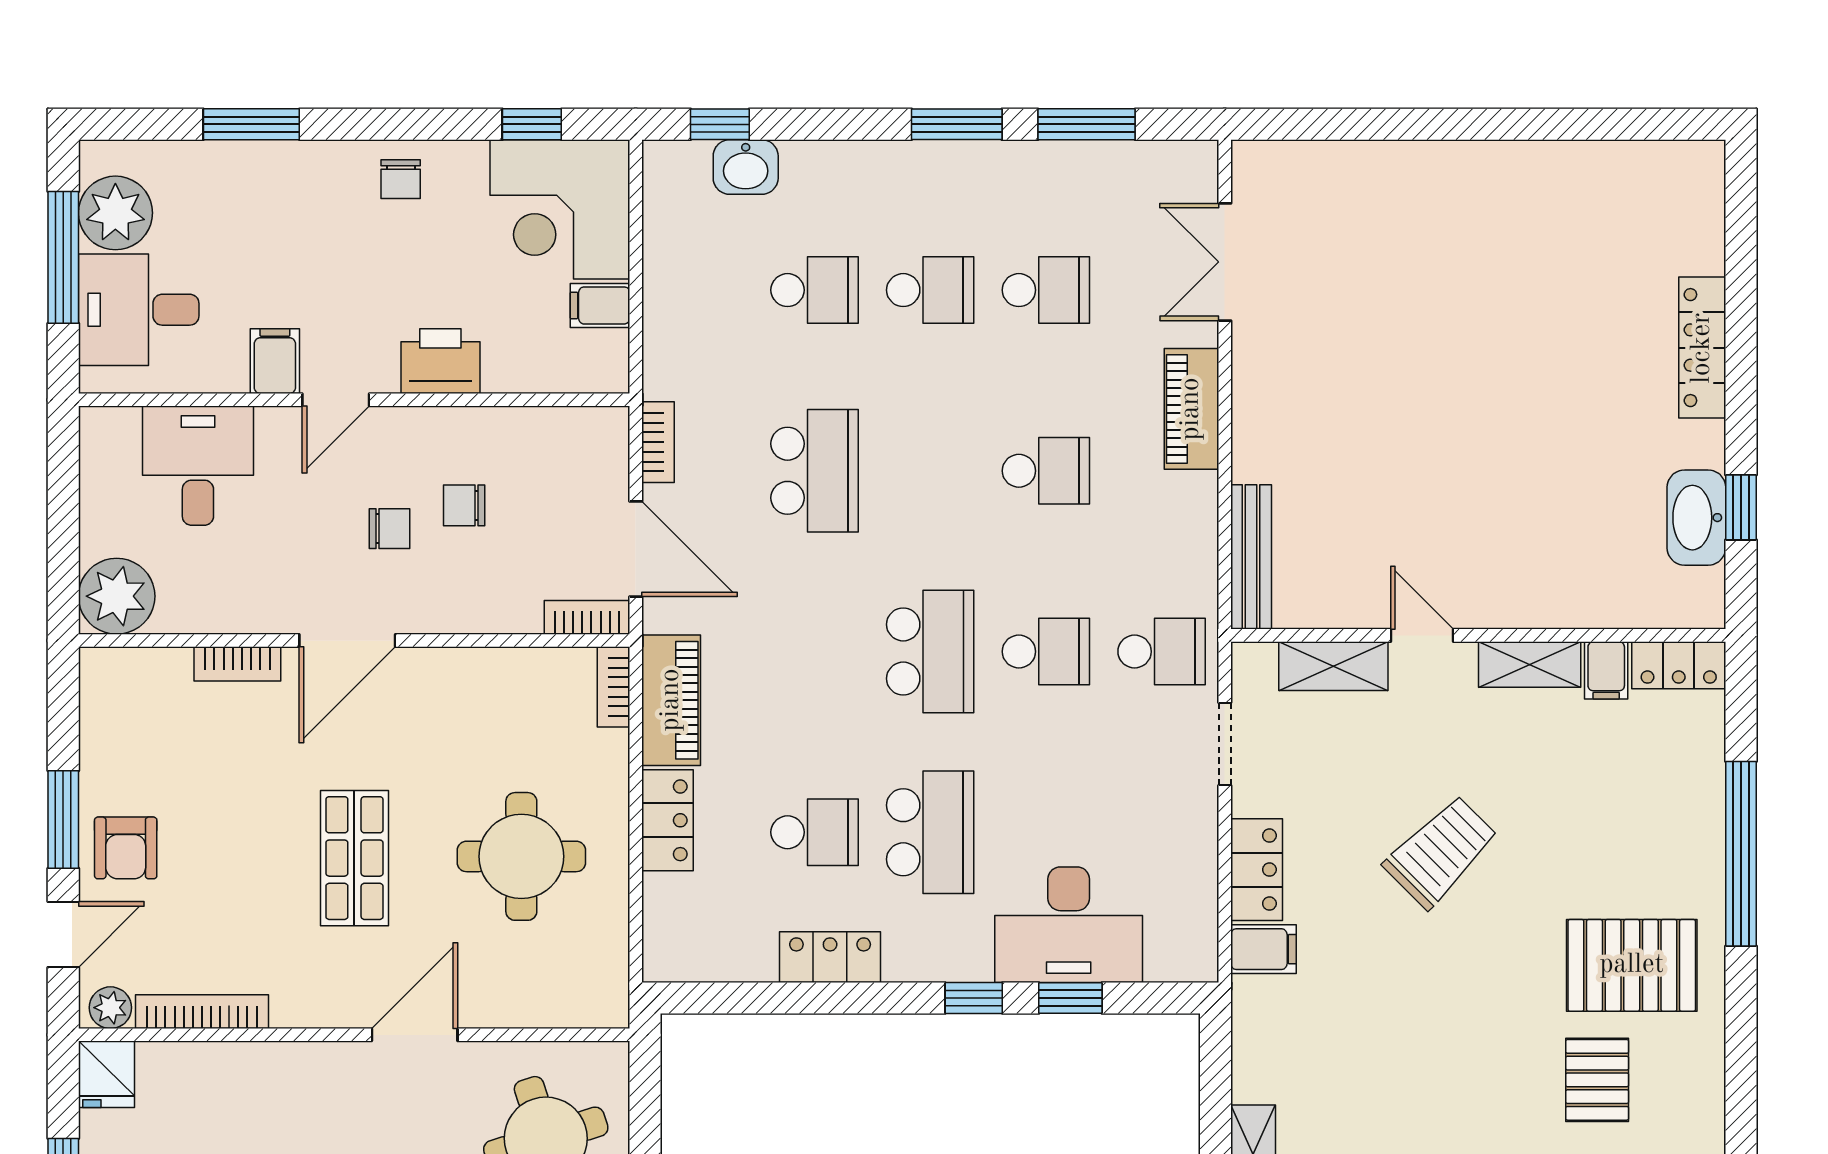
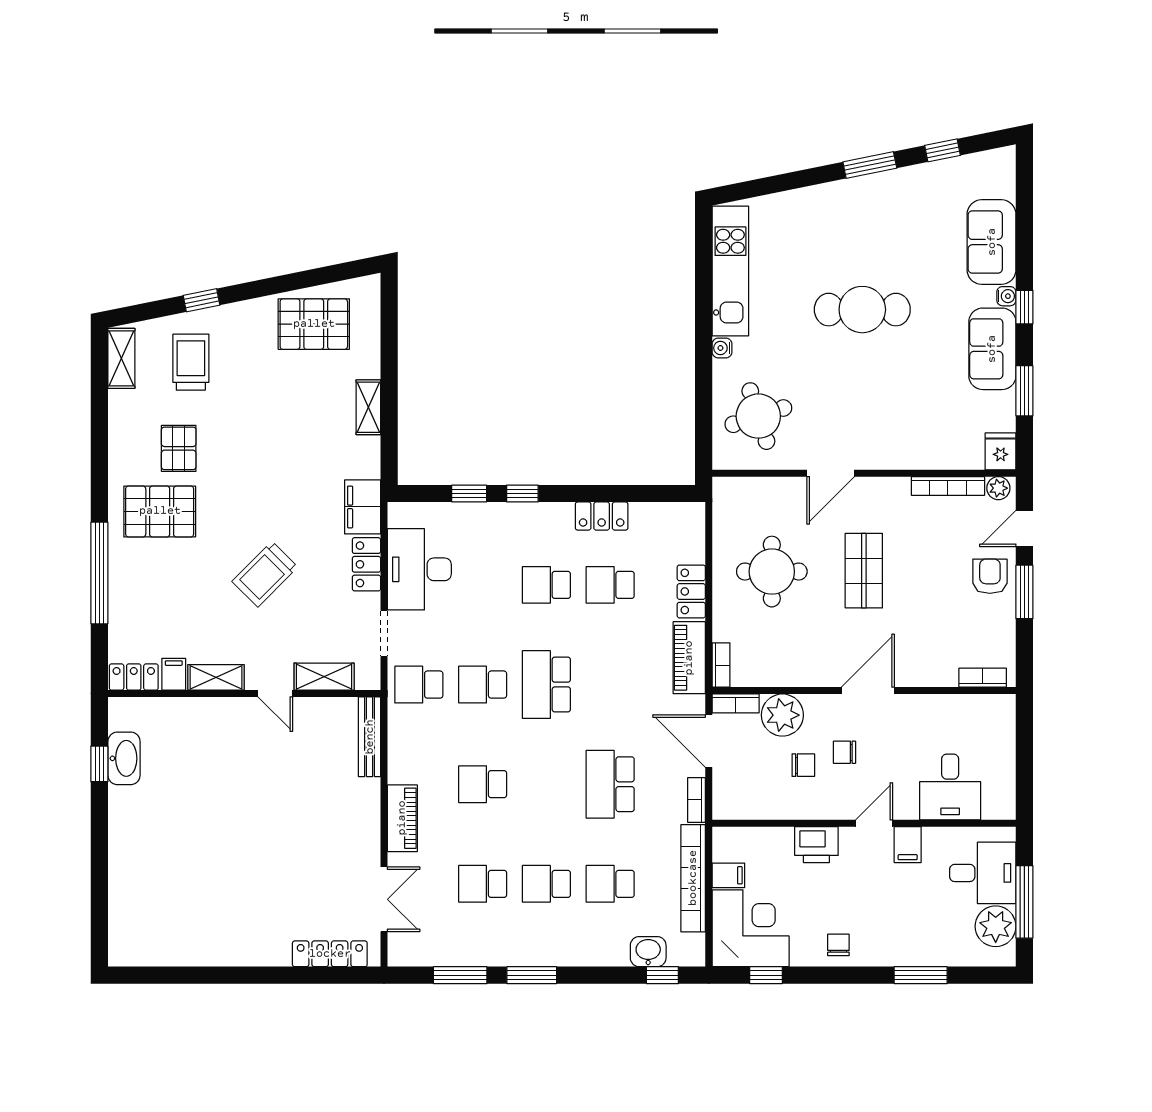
bookcase: (664, 300) -> (693, 878), added
locker: (1702, 348) -> (330, 954), moved, turned -90
plant: (117, 596) -> (782, 715), moved
bookcase: (237, 664) -> (983, 678), moved
school desk: (930, 832) -> (546, 585), width x0.54
desk: (1069, 925) -> (419, 569), moved, turned -90
filing cabinet: (1264, 949) -> (363, 507), width x2.00

